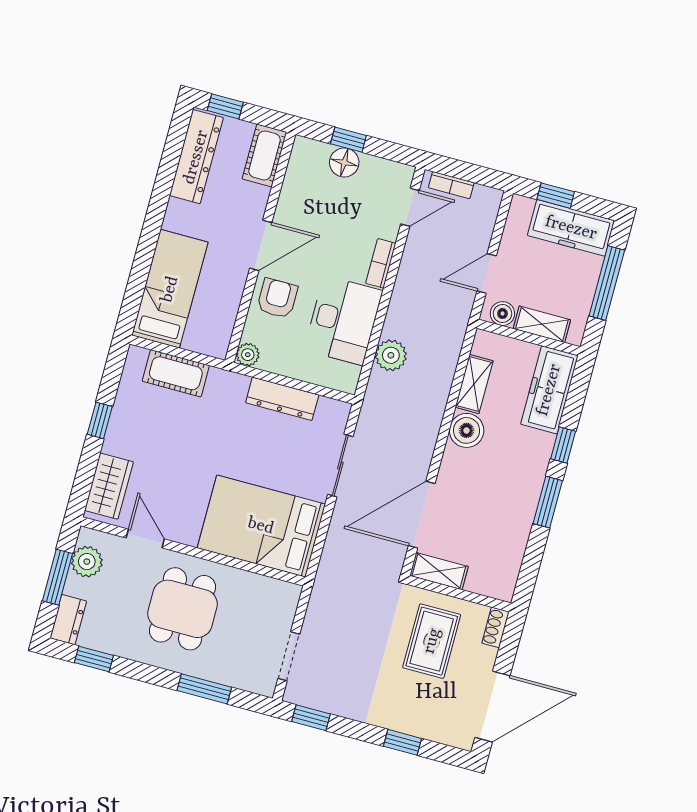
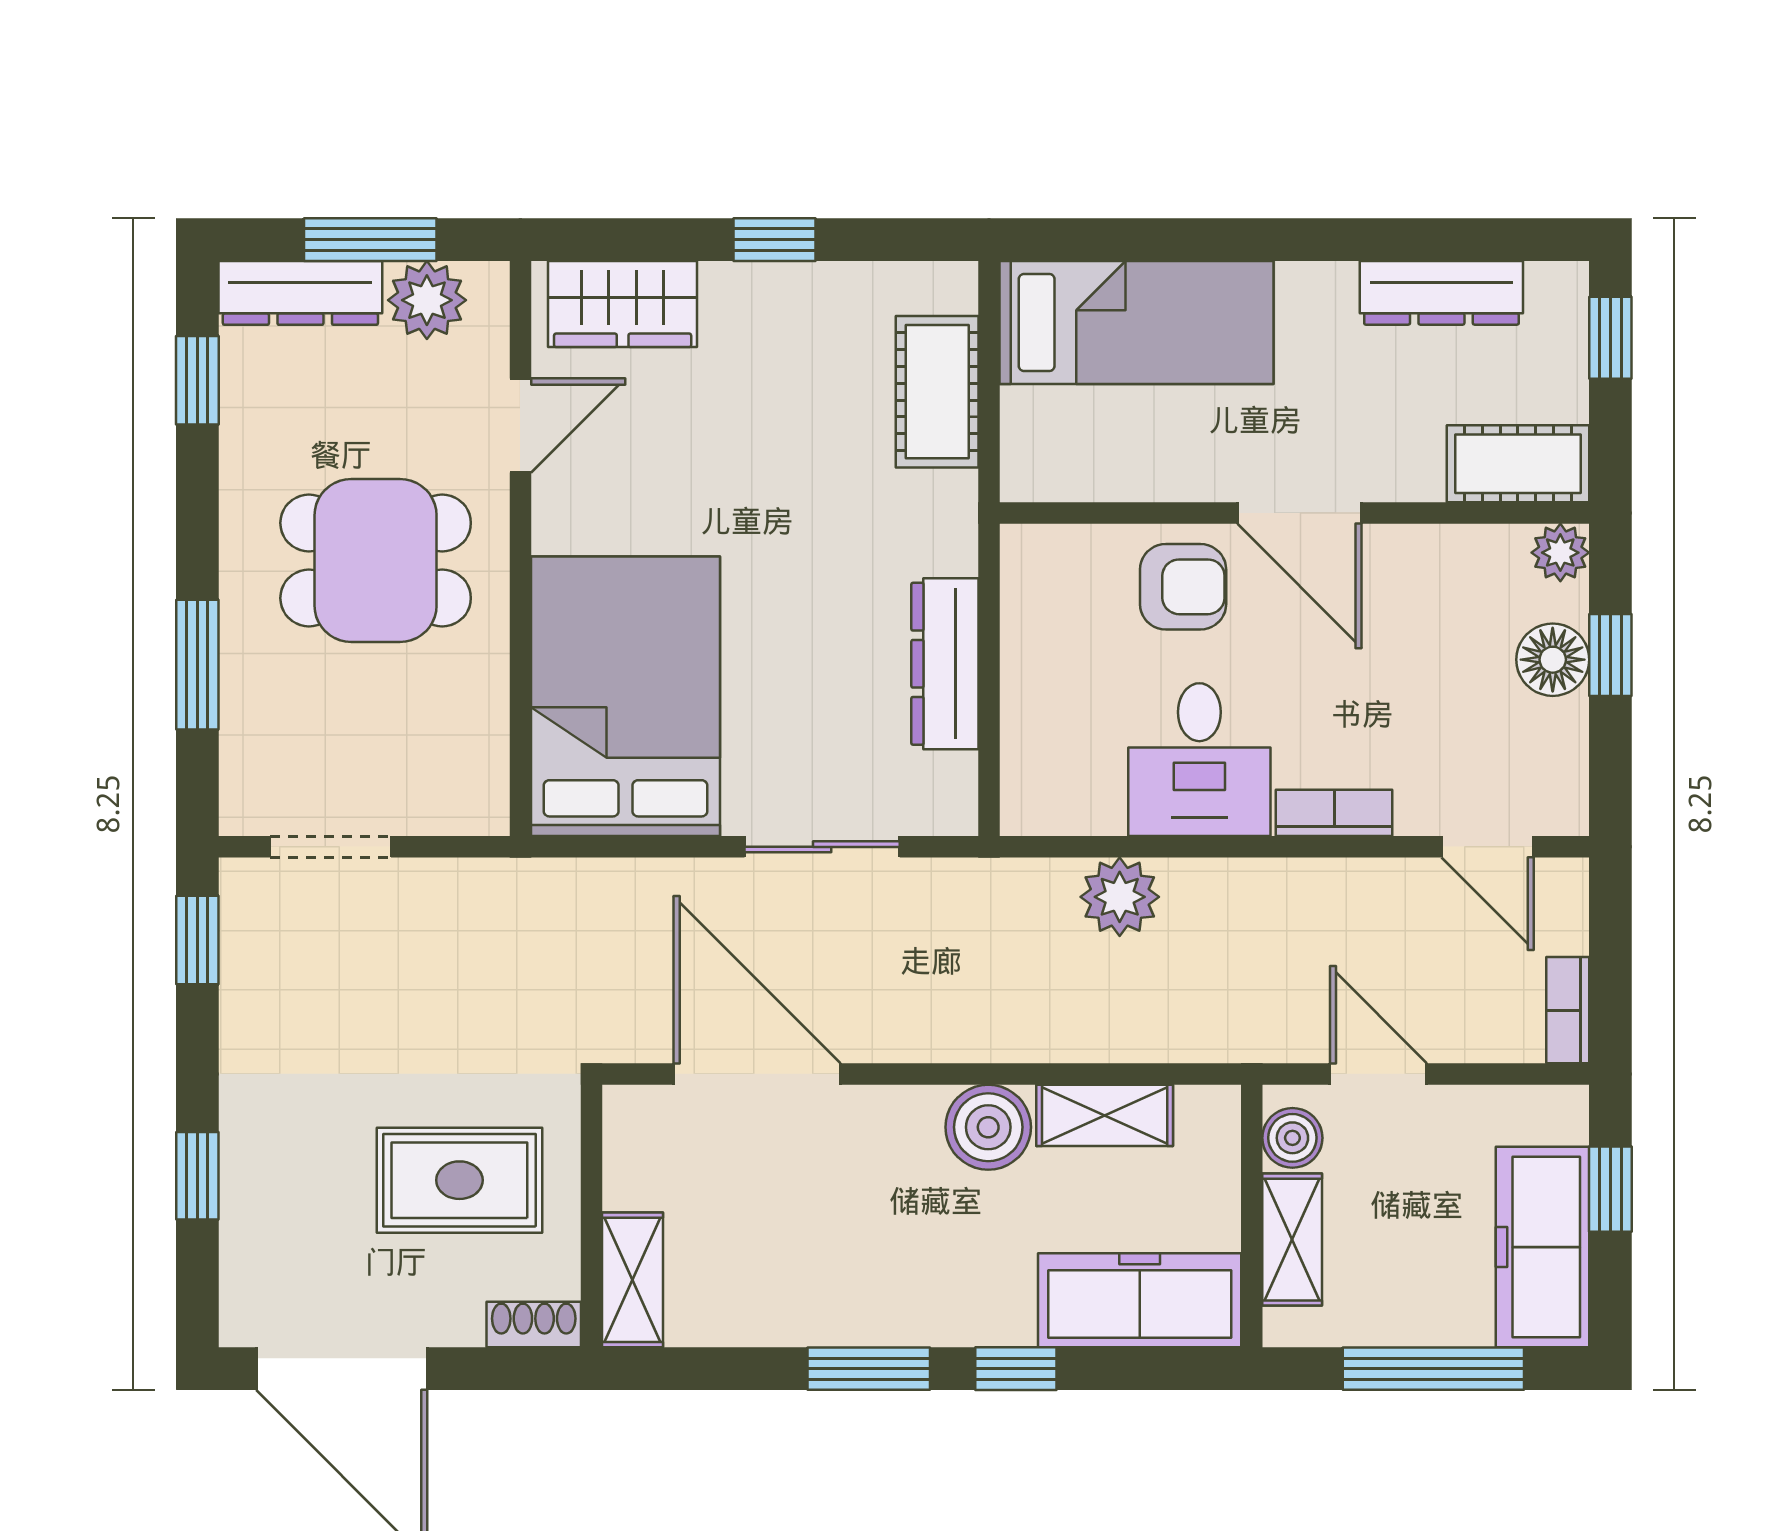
dresser: (196, 157) -> (1441, 293), width x0.73, depth x0.80
bookcase: (451, 185) -> (1568, 1010), moved
desk: (343, 320) -> (1199, 760), width x0.73
plant: (248, 355) -> (1560, 553), moved
shelving: (439, 571) -> (632, 1280), moved
dresser: (68, 620) -> (300, 293), width x1.44

